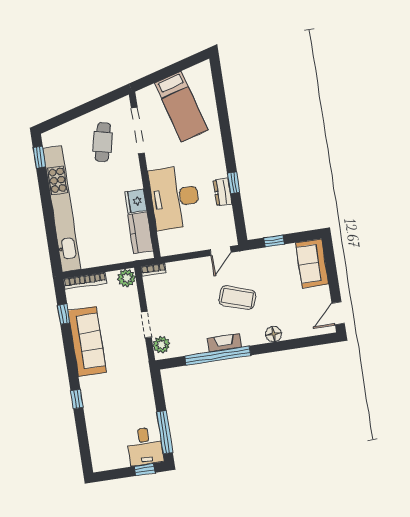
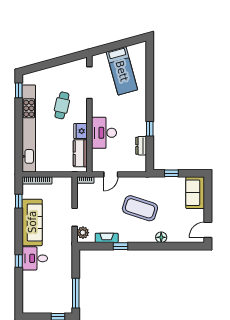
cafe table: (103, 142) -> (62, 105), moved
dresser: (222, 192) -> (141, 146), moved
desk: (175, 198) -> (104, 133), width x0.73, depth x0.77
door: (221, 251) -> (111, 174), moved
plant: (127, 278) -> (66, 183), removed
coffee table: (237, 298) -> (140, 208), width x1.36, depth x1.32
fireplace: (224, 343) -> (107, 238), moved
window: (218, 356) -> (120, 246), width x0.32
desk: (145, 446) -> (35, 258), moved, turned 90

